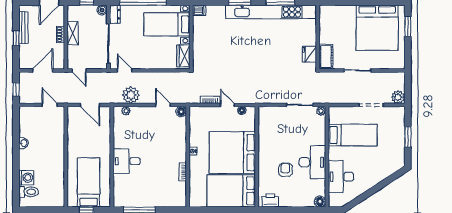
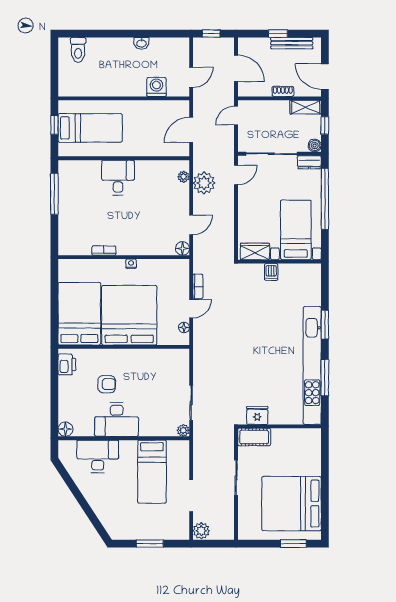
dishwasher: (199, 11) -> (271, 272), moved
shelving: (73, 33) -> (306, 107), moved
washing machine: (26, 178) -> (156, 87), moved, turned 180

